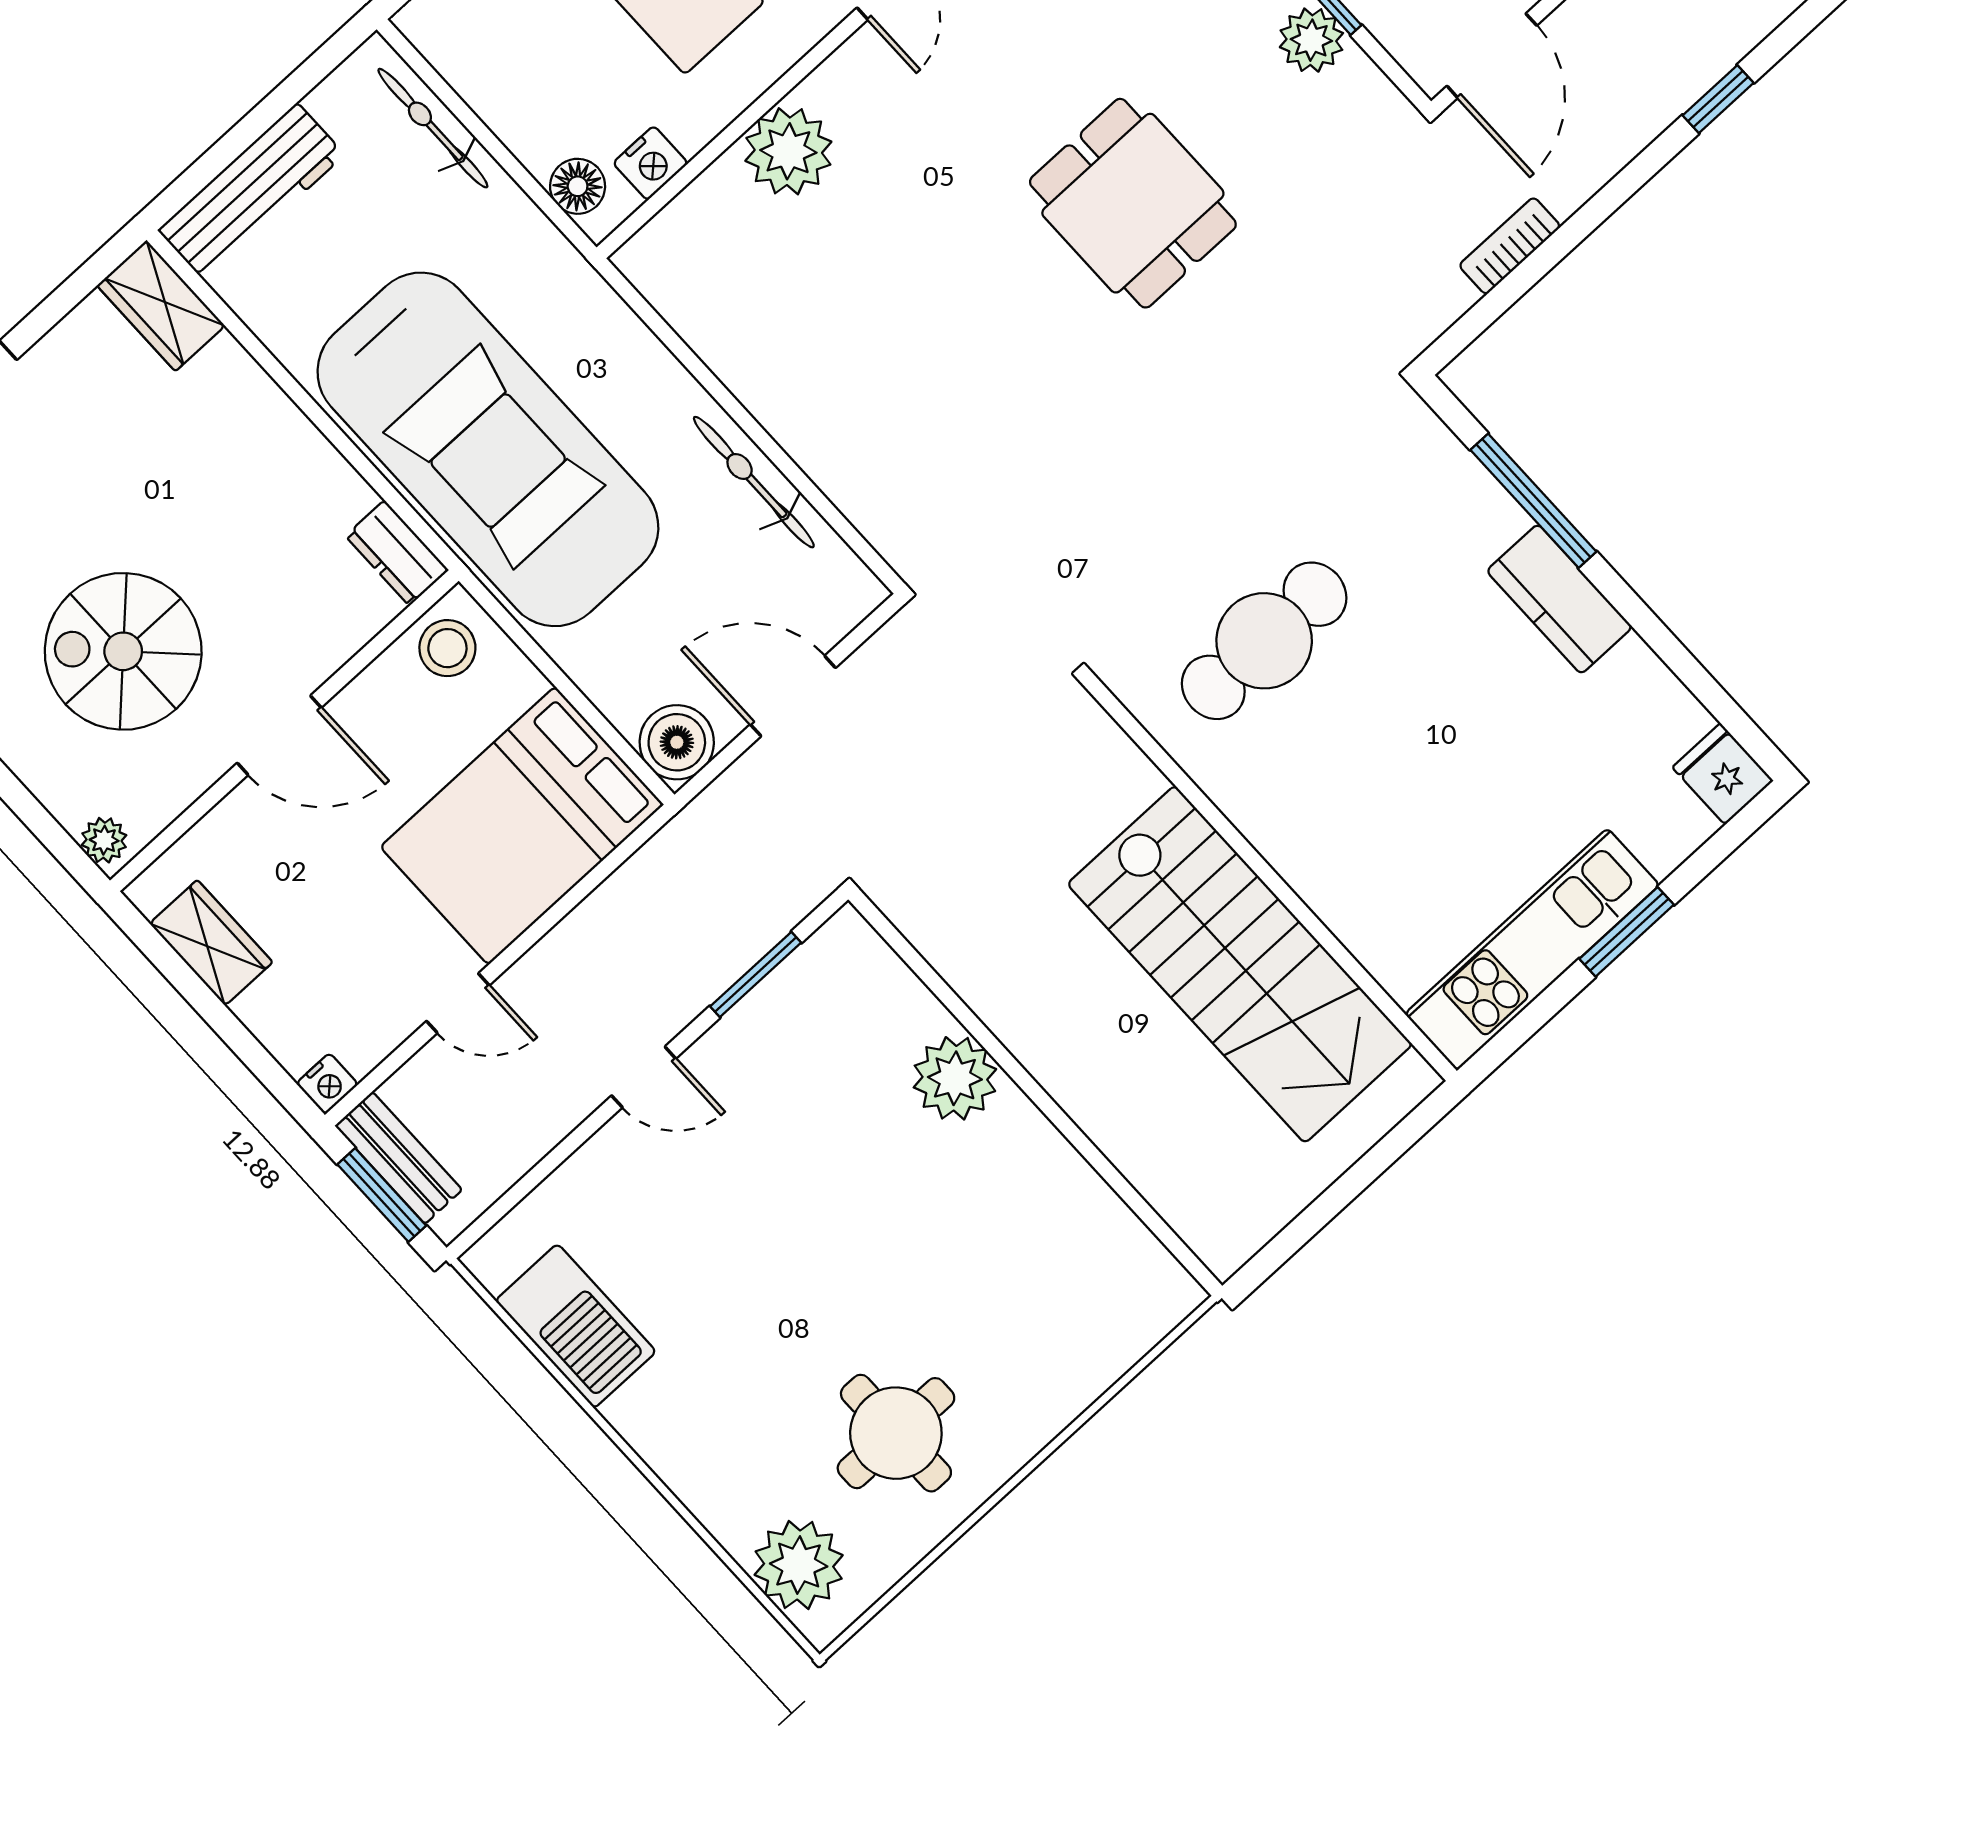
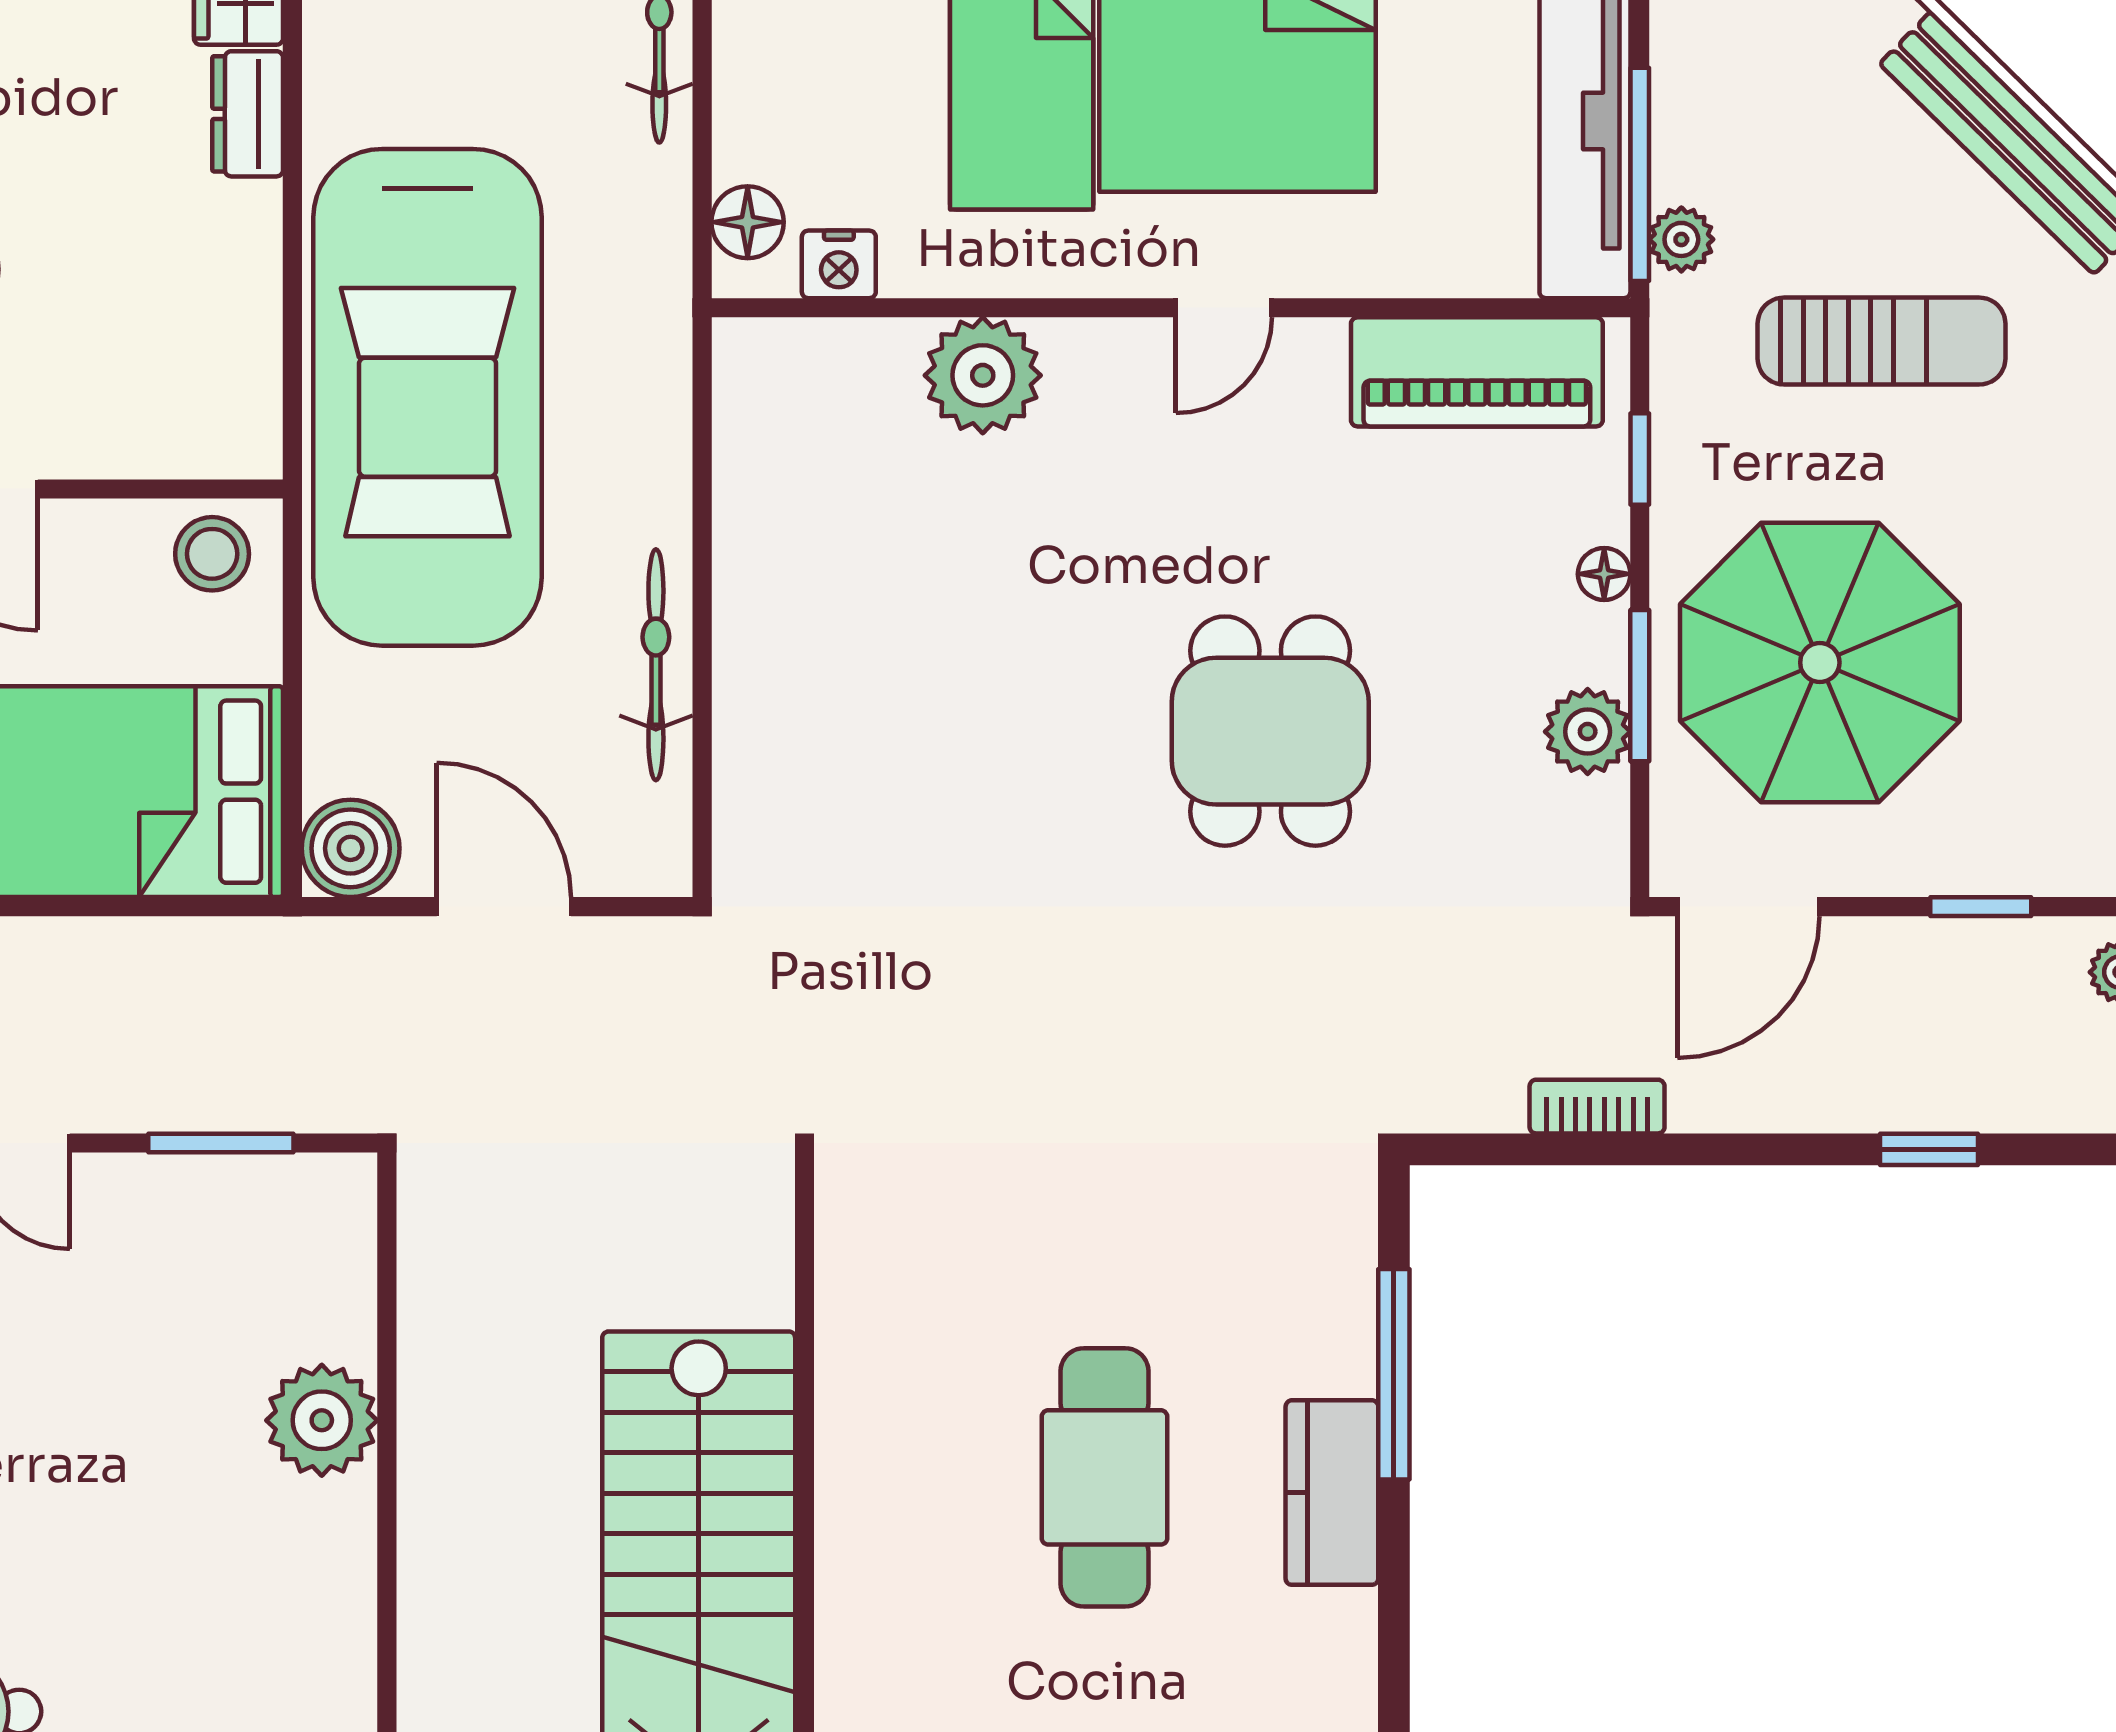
dresser: (397, 553) -> (248, 114), moved
cafe table: (1264, 641) -> (1105, 1477), moved, turned 90

